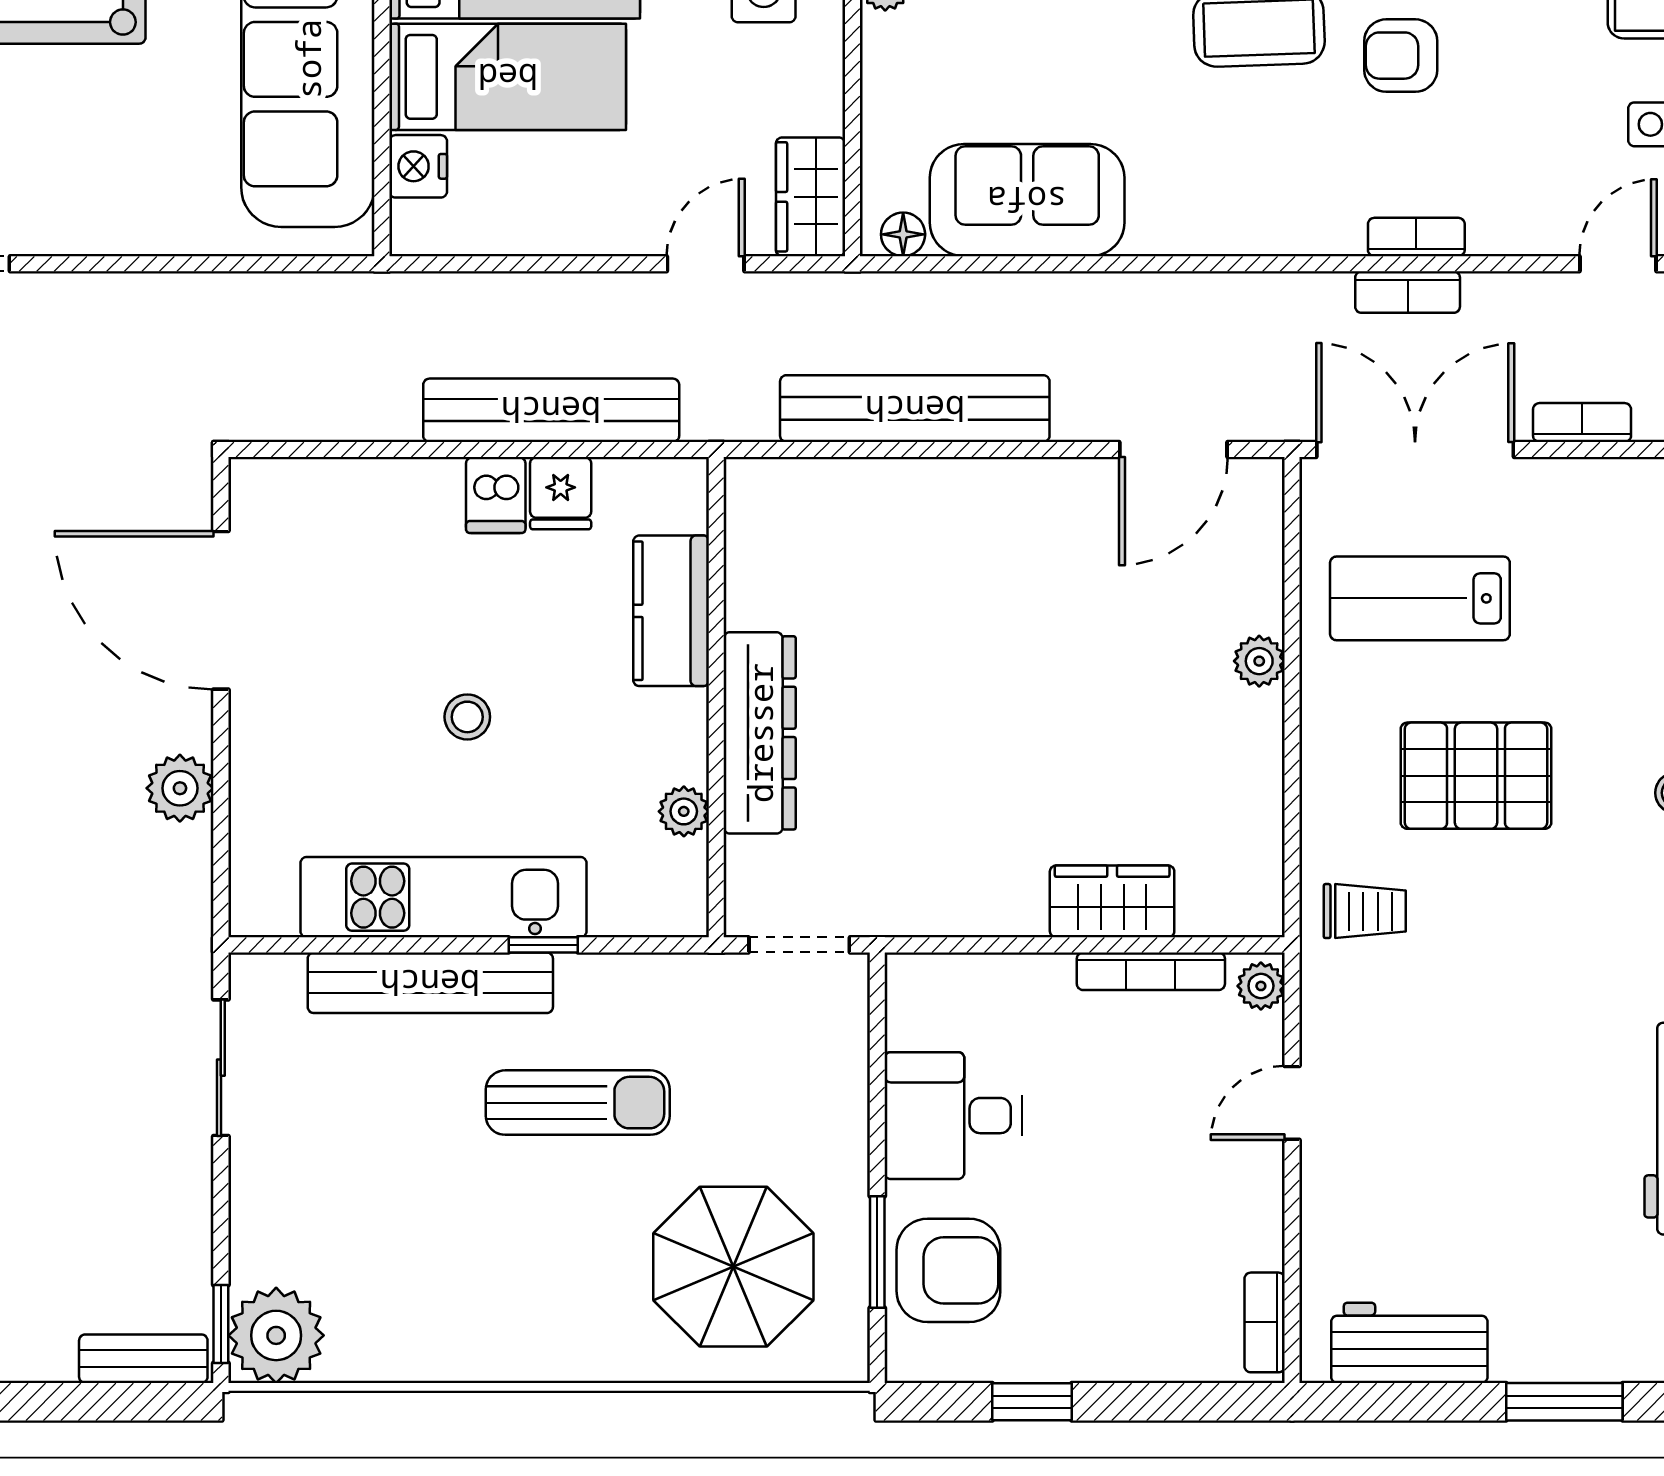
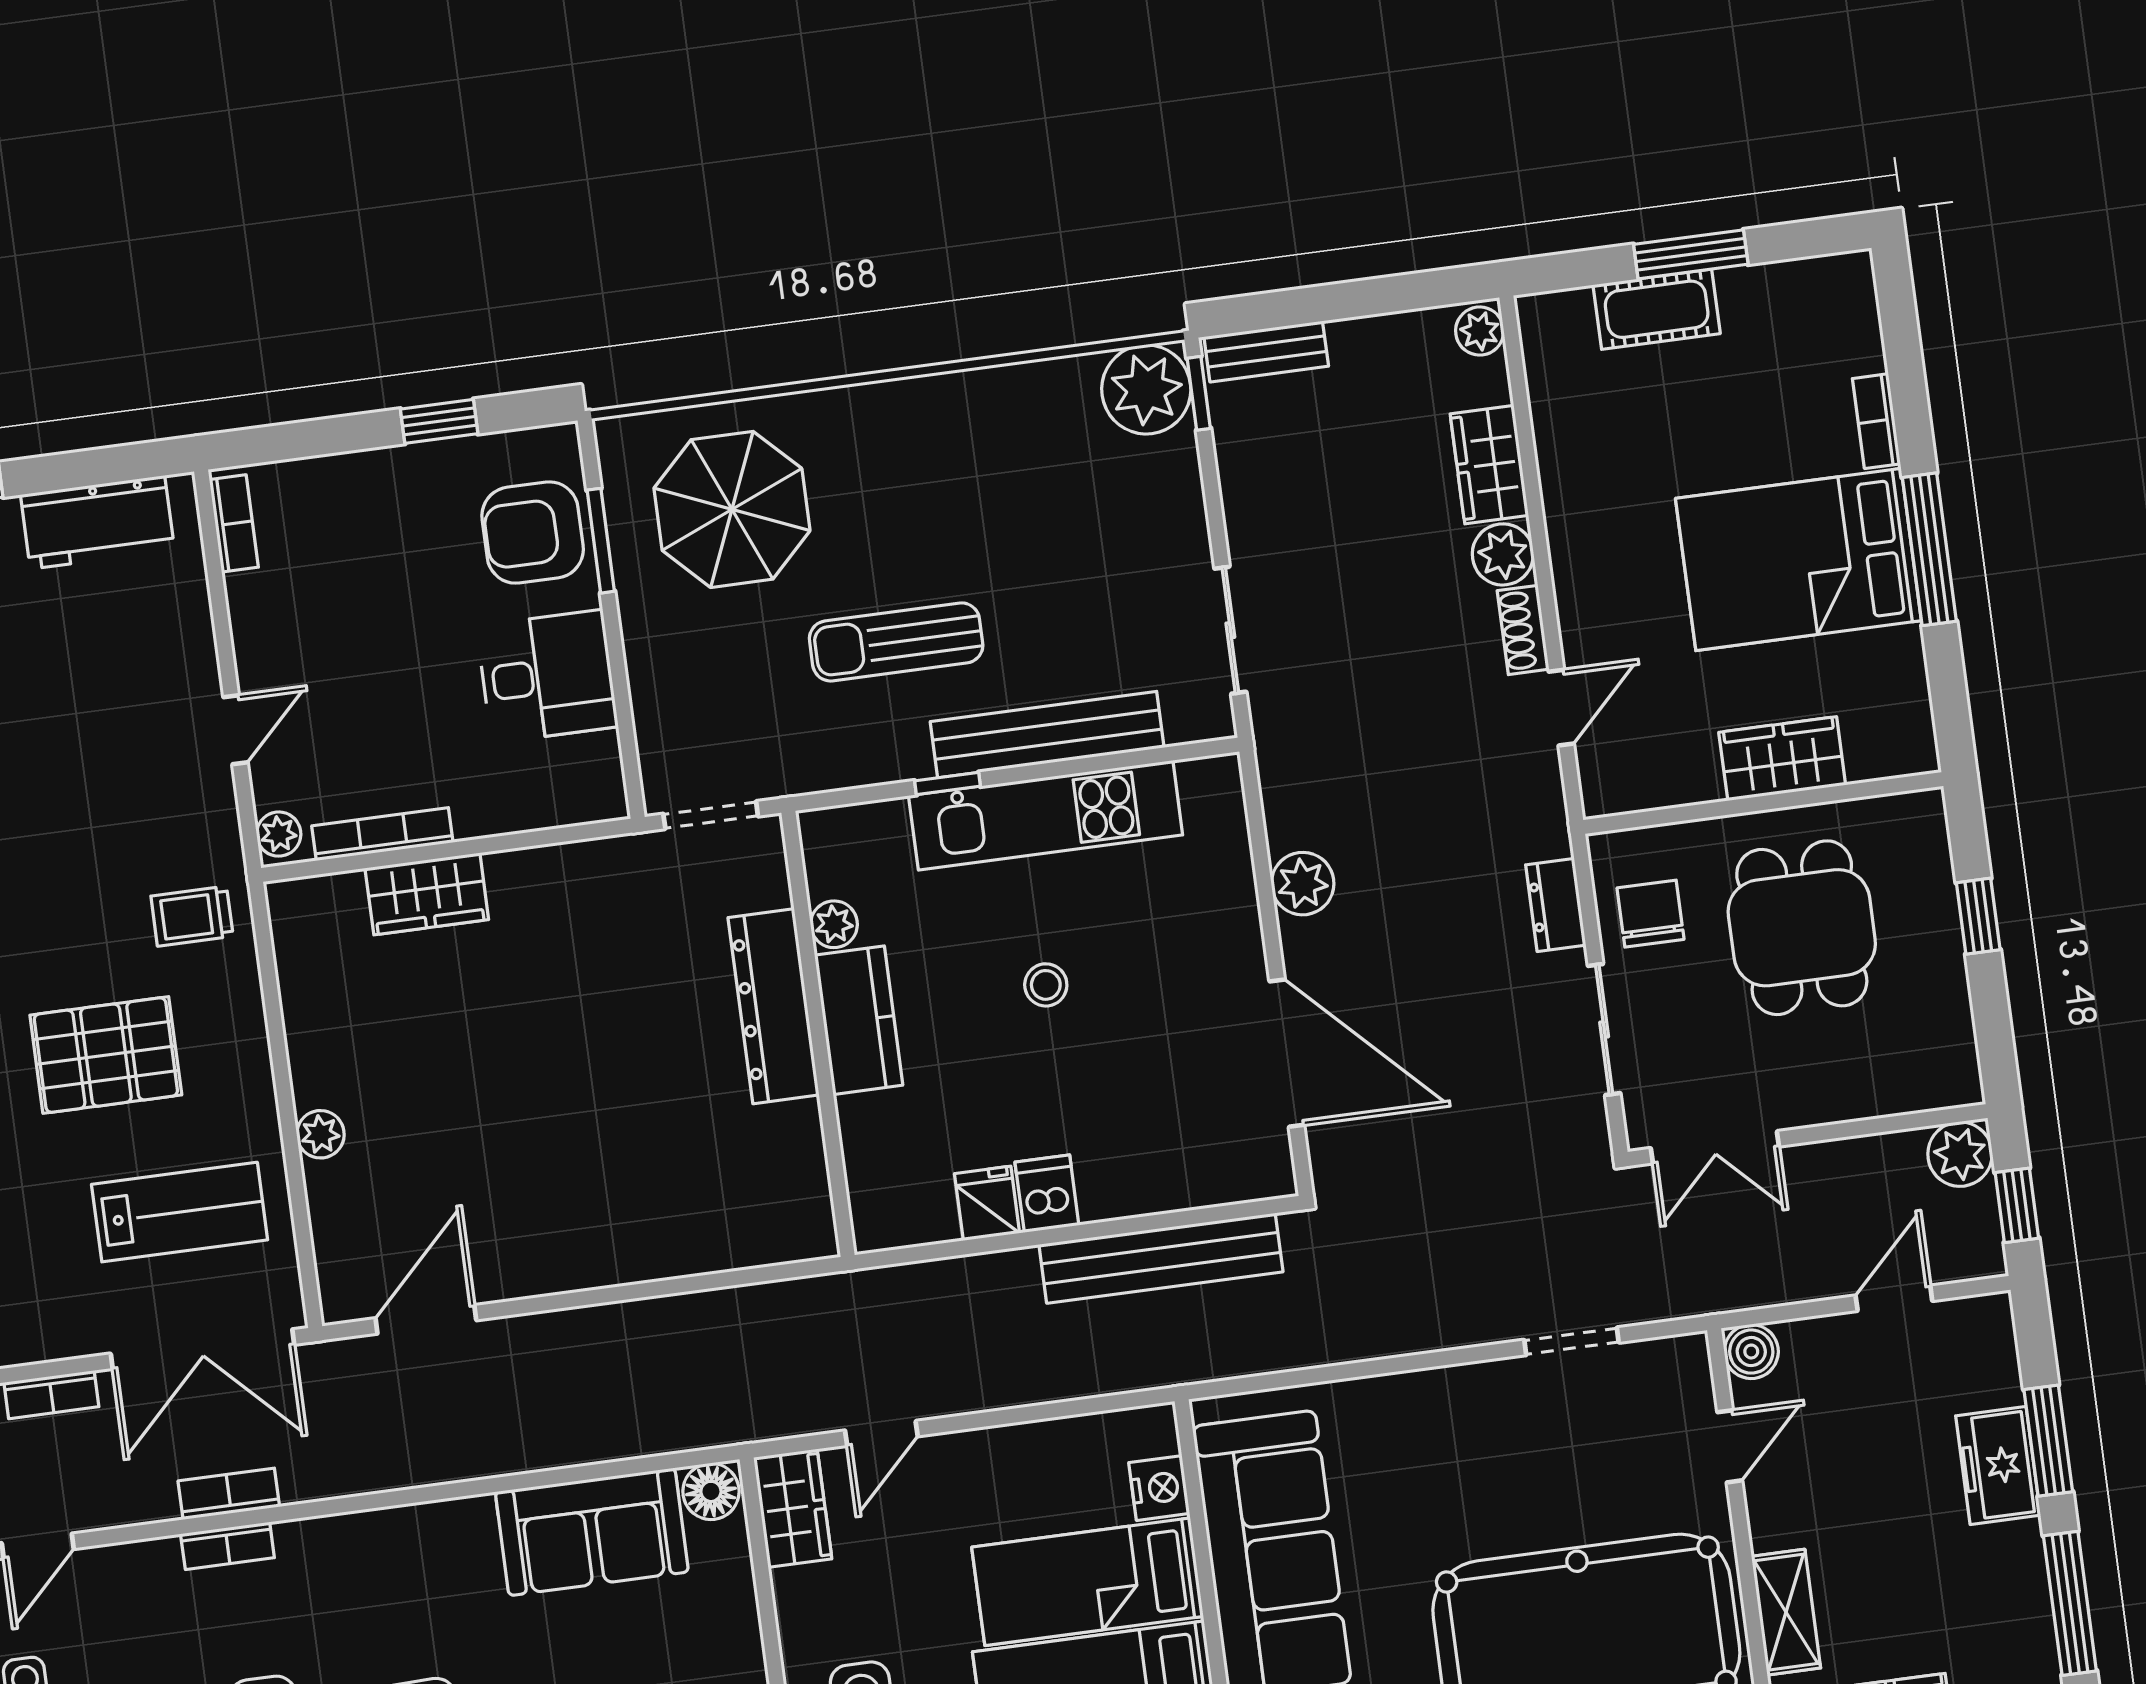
floor lamp: (903, 234) -> (711, 1491), width x1.37, depth x1.37
bench: (915, 409) -> (670, 1325), removed
bench: (551, 410) -> (1161, 1258), moved
kitchen counter: (671, 611) -> (859, 1020), moved

